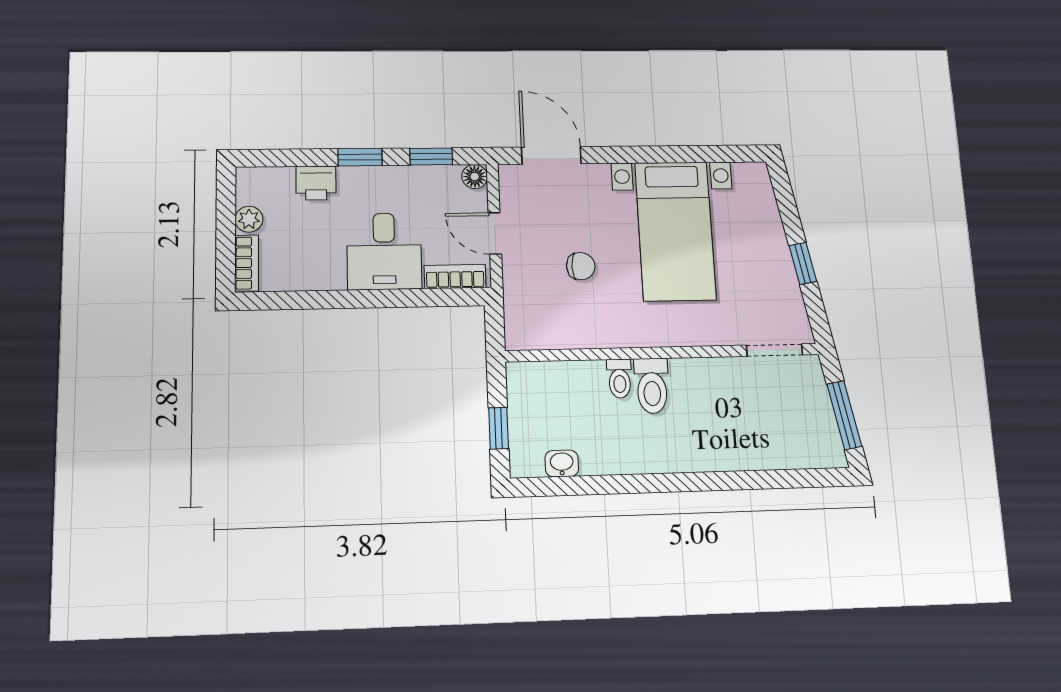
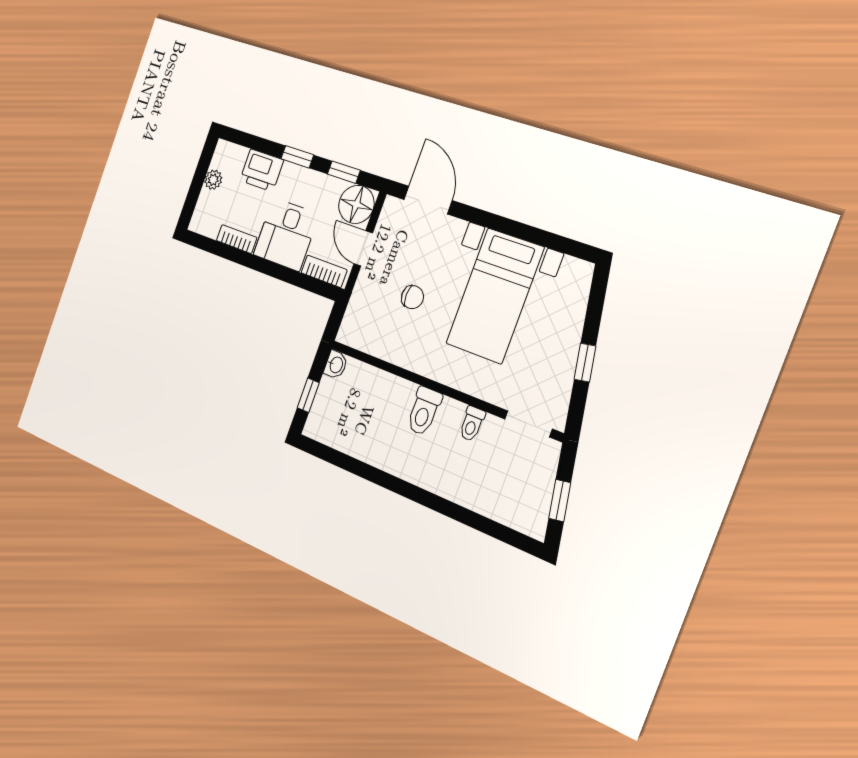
floor lamp: (475, 177) -> (356, 204), width x1.89, depth x1.89
printer: (316, 183) -> (262, 170), width x1.36, depth x1.24
bookcase: (247, 263) -> (237, 239), moved, turned -90
toilet: (620, 379) -> (472, 424), moved
window: (844, 415) -> (560, 501), width x0.67
washbasin: (562, 463) -> (336, 365), moved, turned 90

